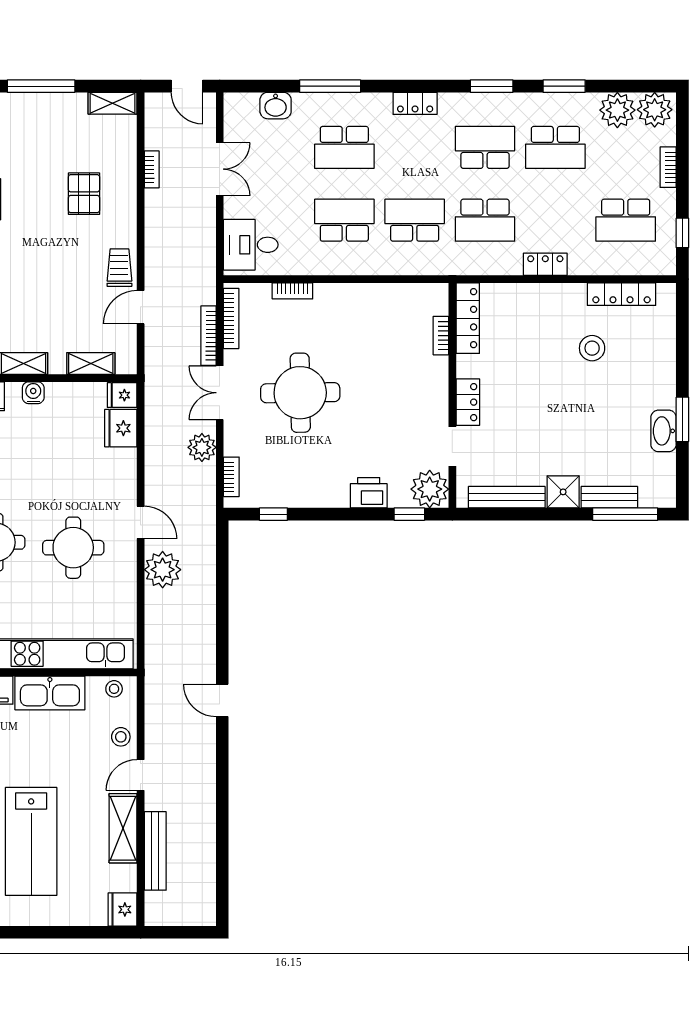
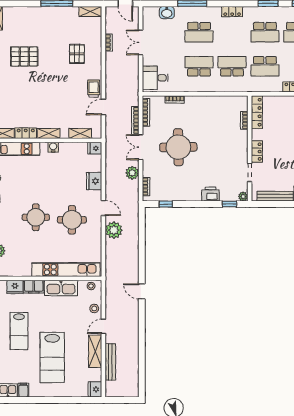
school desk: (485, 147) -> (265, 32), turned 180
double door: (220, 169) -> (141, 42), swing flipped
fridge: (121, 428) -> (94, 181), moved
plant: (430, 489) -> (243, 196), width x0.53, depth x0.53

